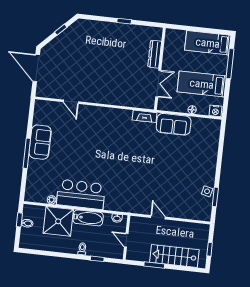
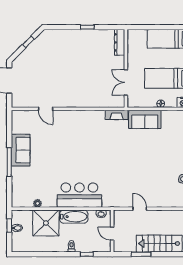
dresser: (155, 54) -> (120, 42), moved
double door: (158, 84) -> (126, 82), swing flipped
bar counter: (81, 194) -> (79, 195), moved

